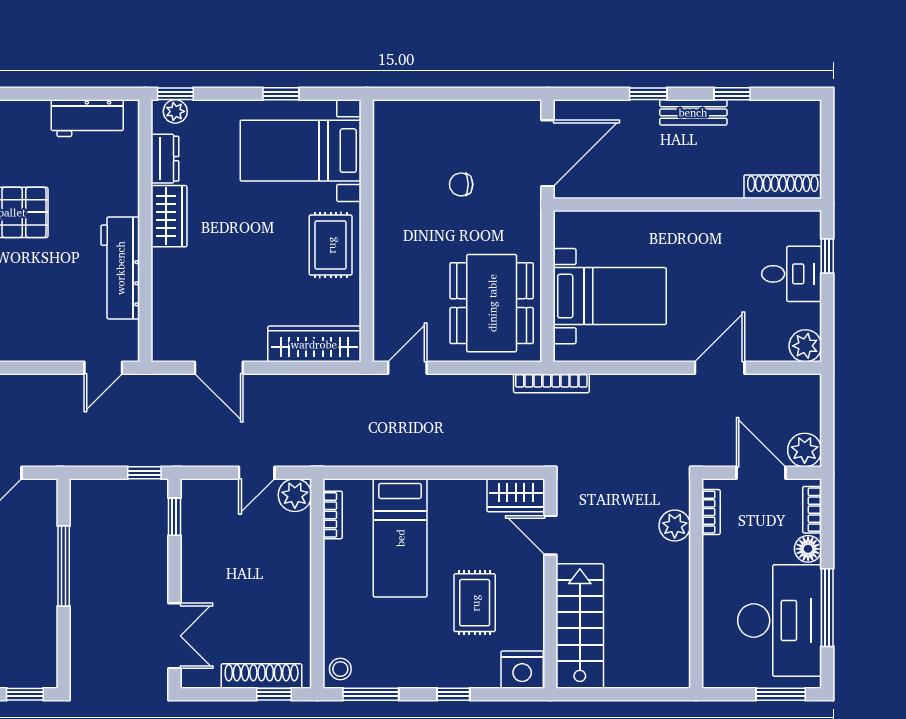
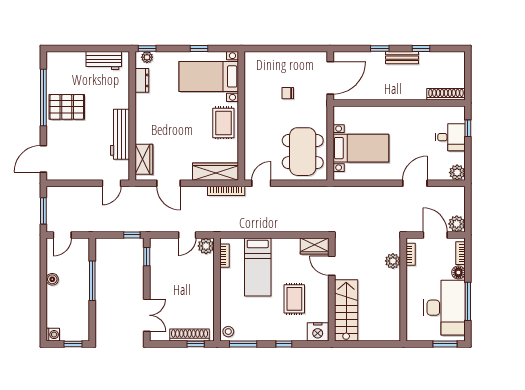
wardrobe: (169, 216) -> (144, 159), moved
bookcase: (551, 383) -> (226, 191), moved

